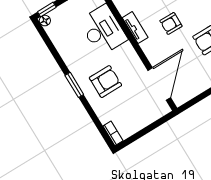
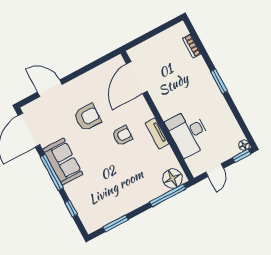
armchair: (105, 82) -> (189, 83), removed
bookcase: (113, 133) -> (192, 46), moved

